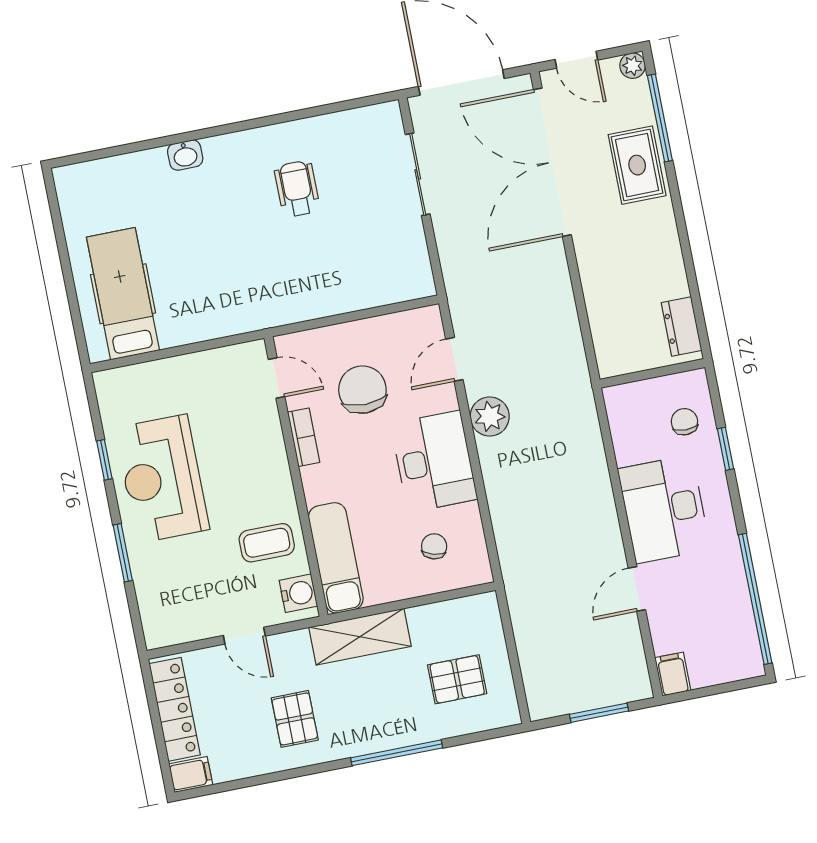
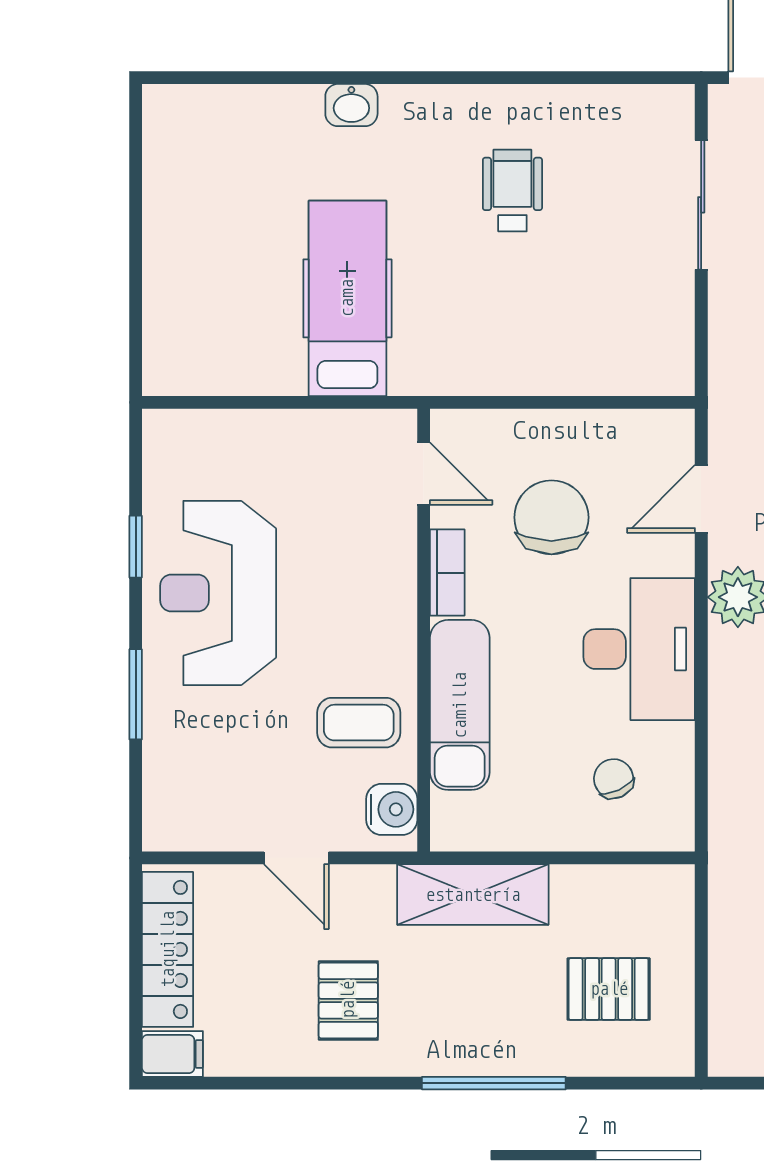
hospital bed: (123, 294) -> (347, 298), moved
chair: (434, 546) -> (614, 779), turned -41
exam couch: (336, 558) -> (460, 705), moved

